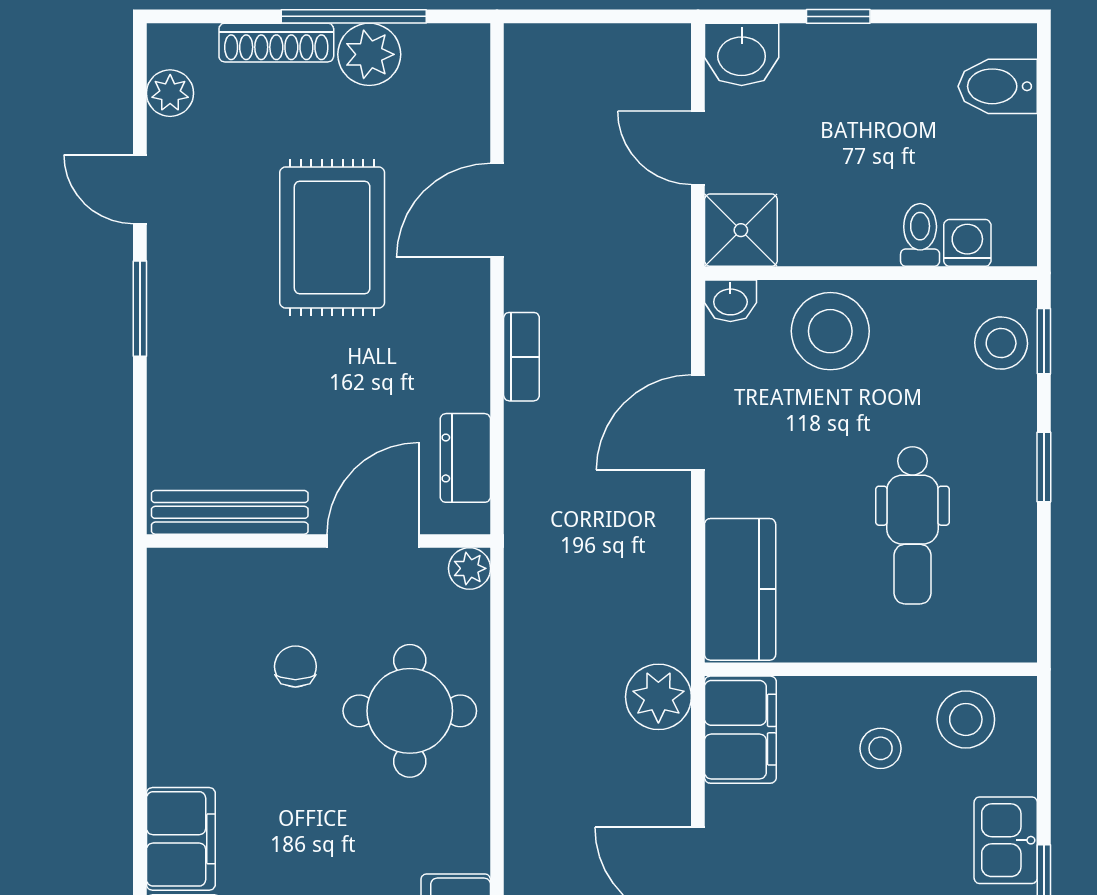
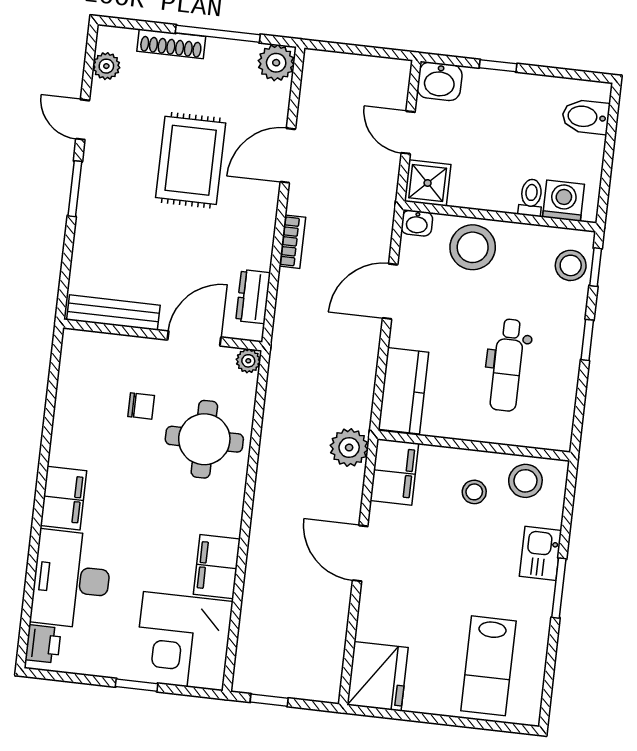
plant: (369, 54) -> (276, 63), moved
washing machine: (967, 243) -> (563, 201), width x1.38, depth x1.38
chair: (295, 666) -> (141, 406), turned 90

